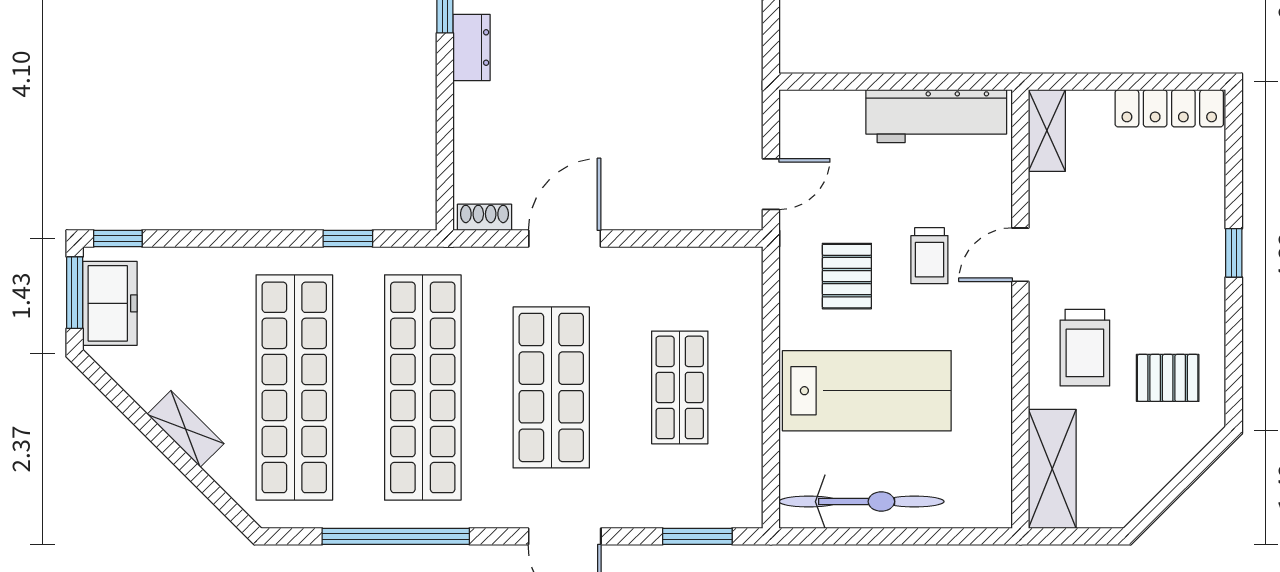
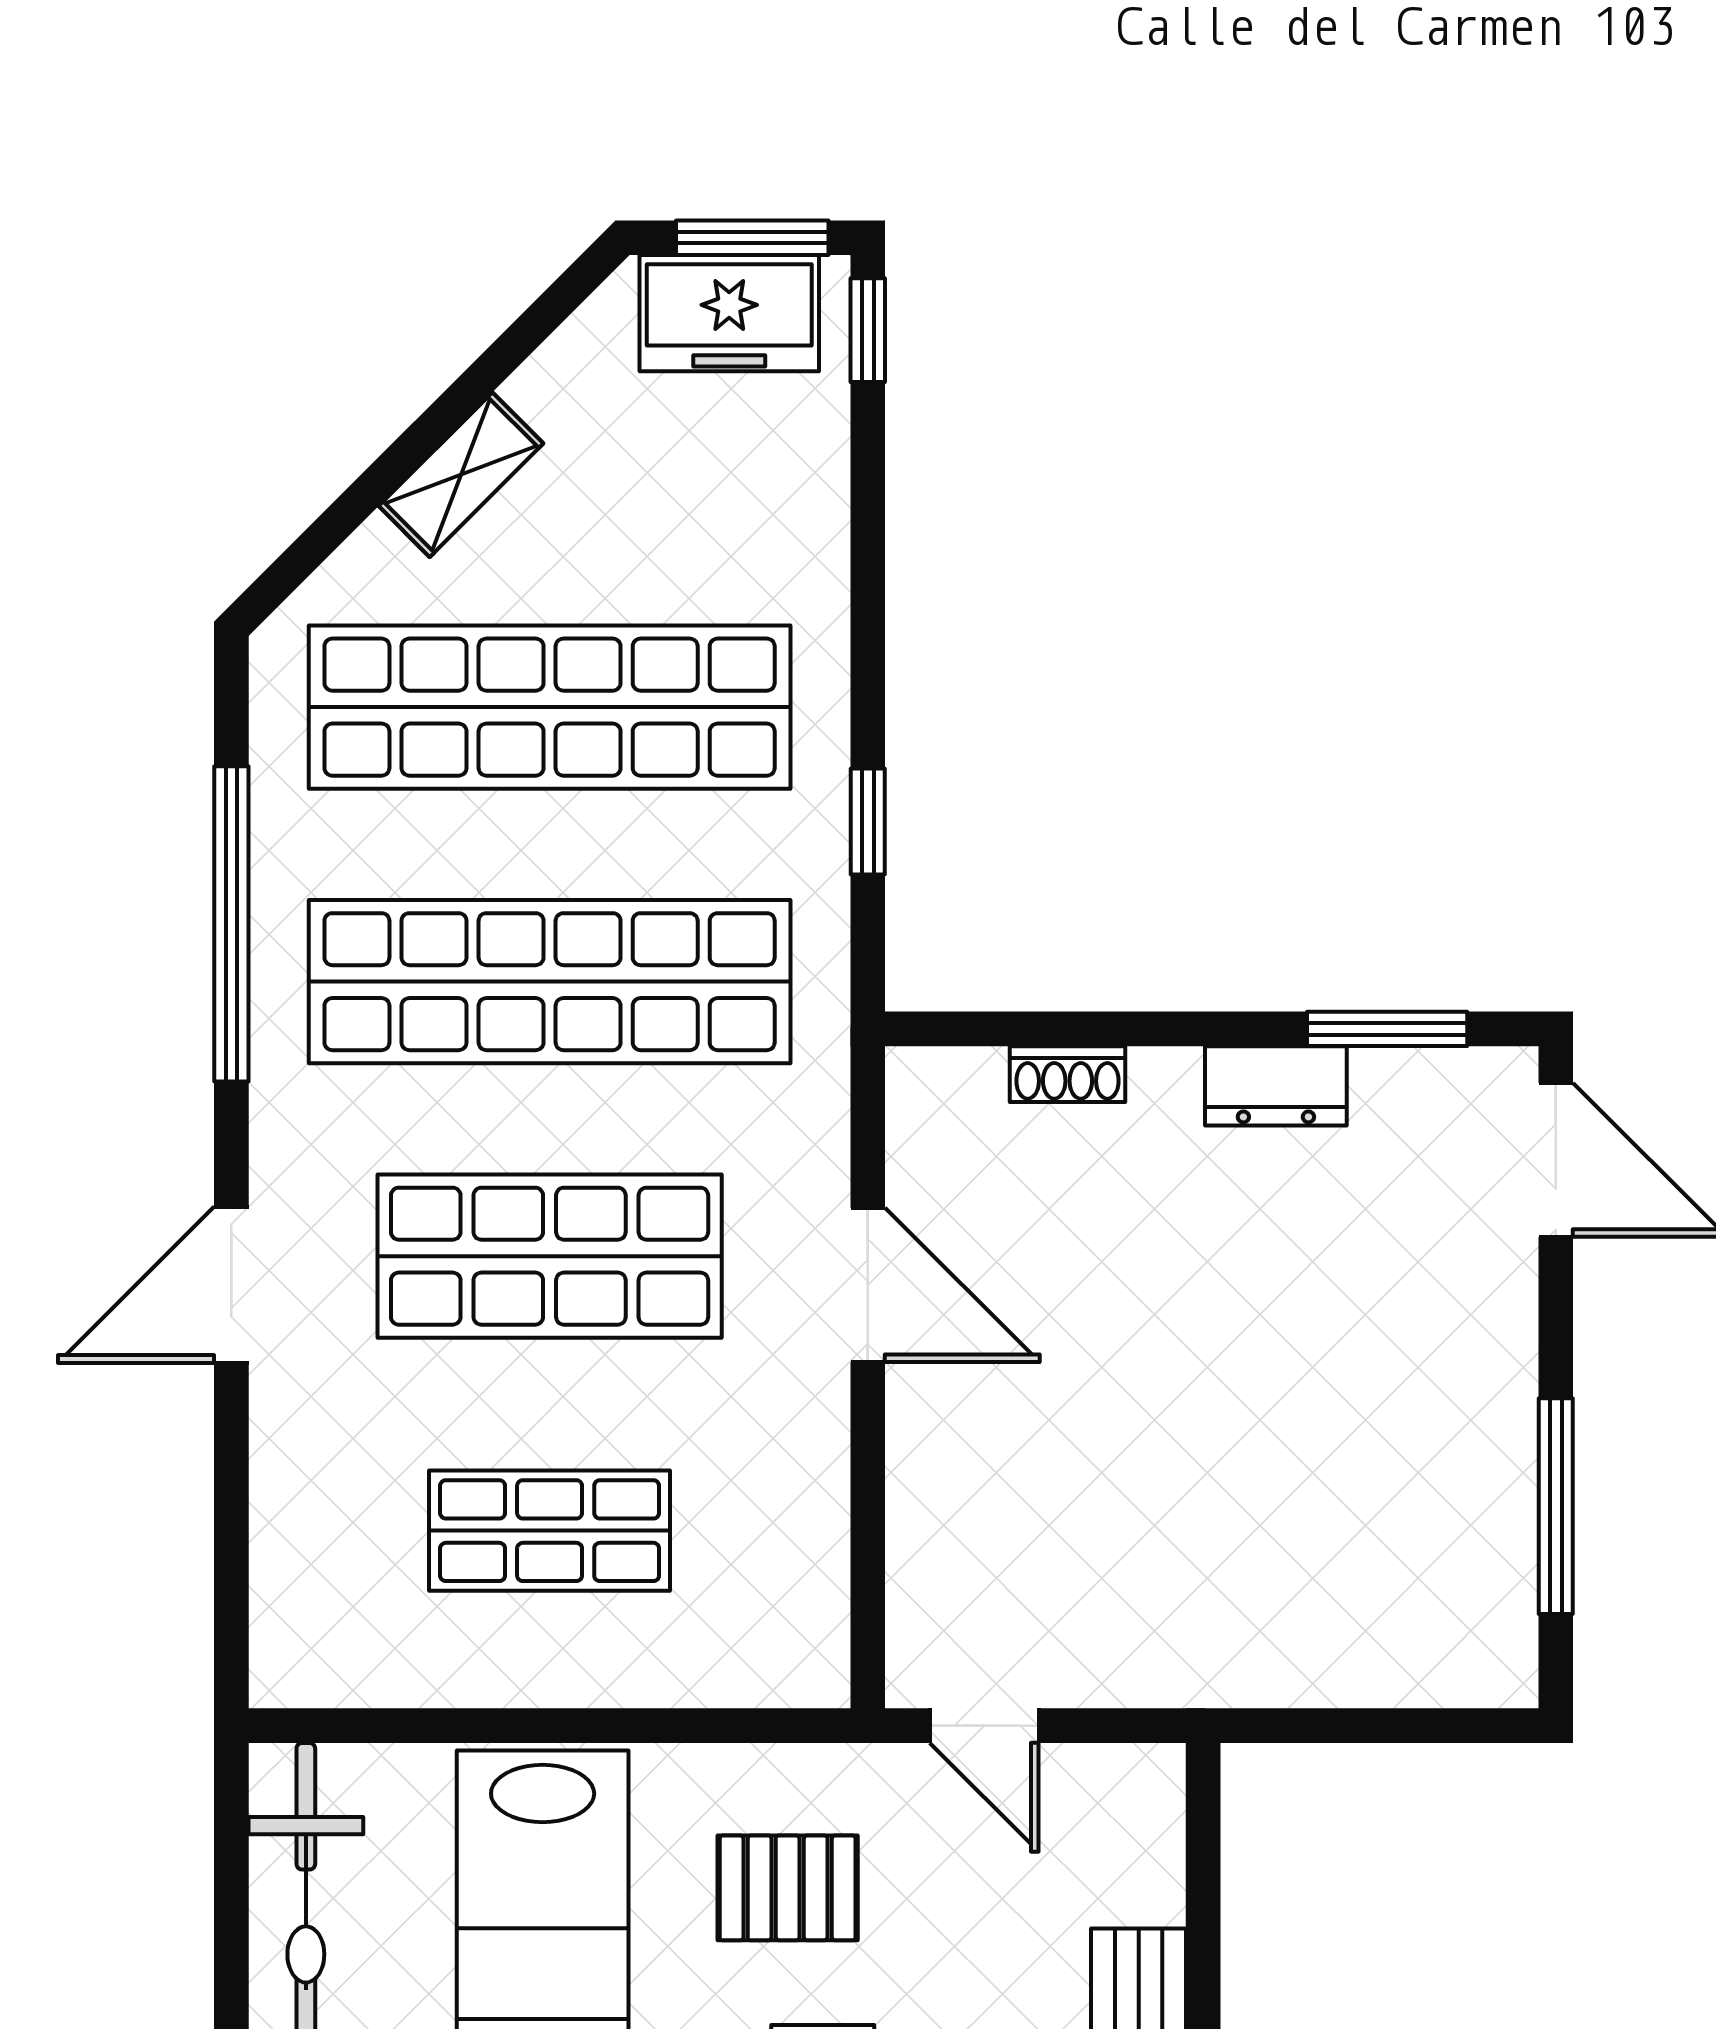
shoe rack: (484, 217) -> (1067, 1074), moved, turned 90
window: (697, 536) -> (231, 1568), removed

